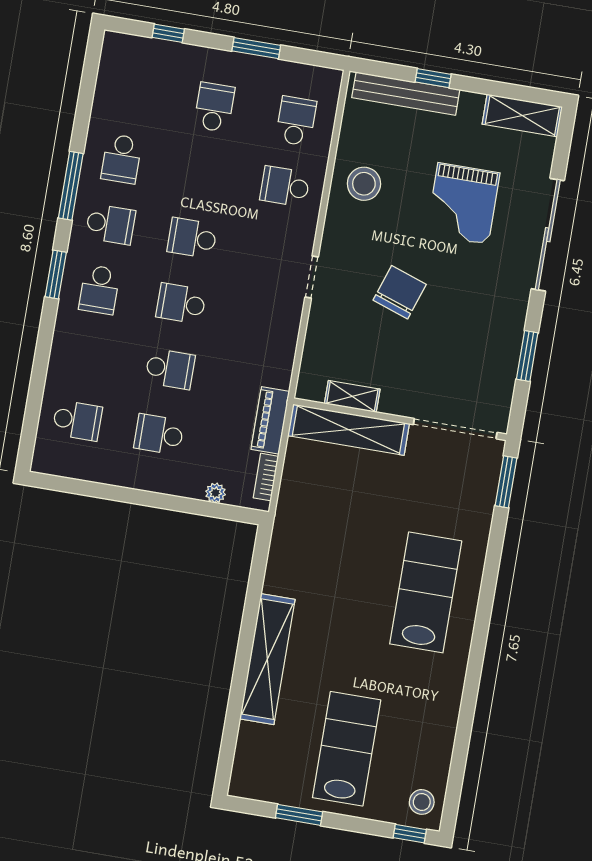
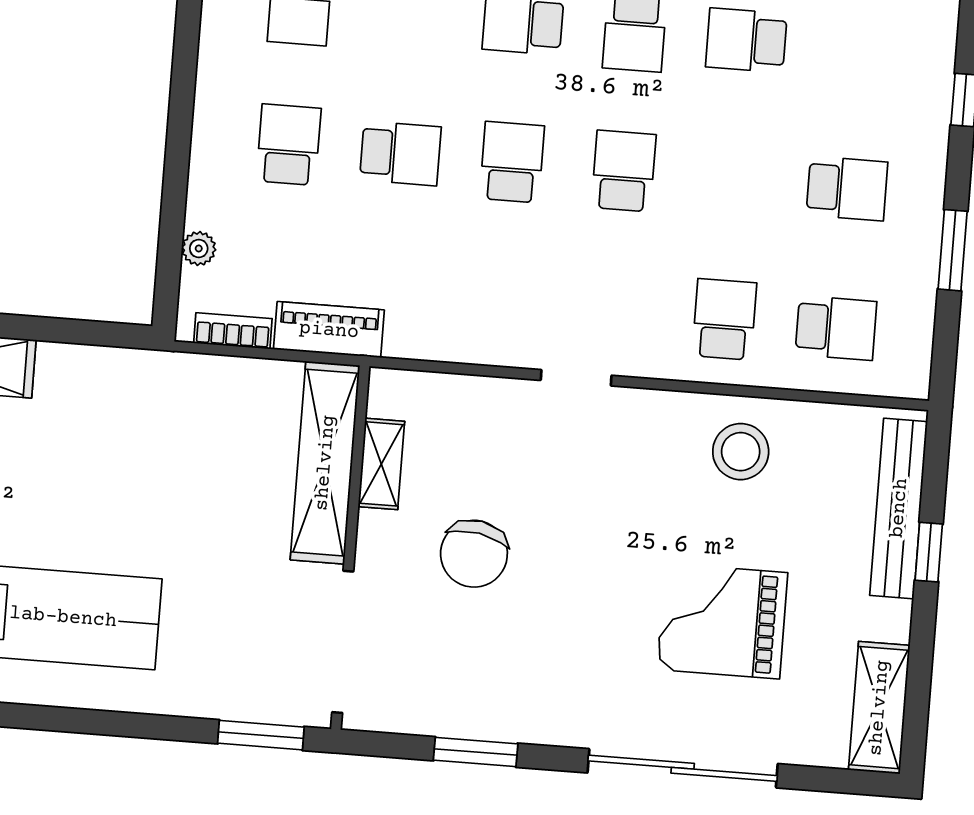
chair: (400, 292) -> (474, 554), moved, turned 81
school desk: (170, 369) -> (400, 153), turned -90

